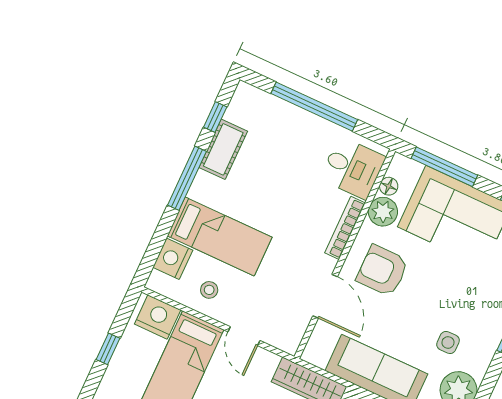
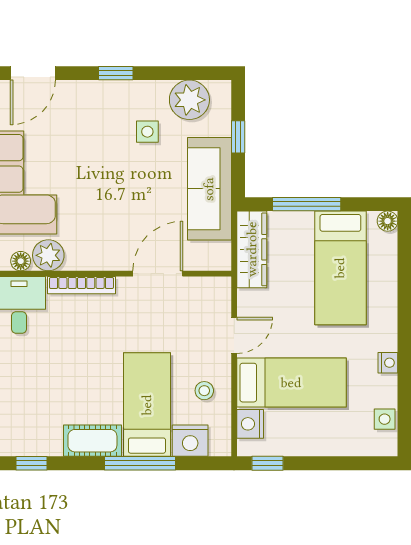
cot: (223, 149) -> (92, 441), moved
window: (187, 178) -> (140, 463), moved
armchair: (382, 271) -> (107, 229), removed
nightstand: (158, 317) -> (250, 424), width x0.74, depth x0.75
window: (108, 349) -> (267, 463), moved

